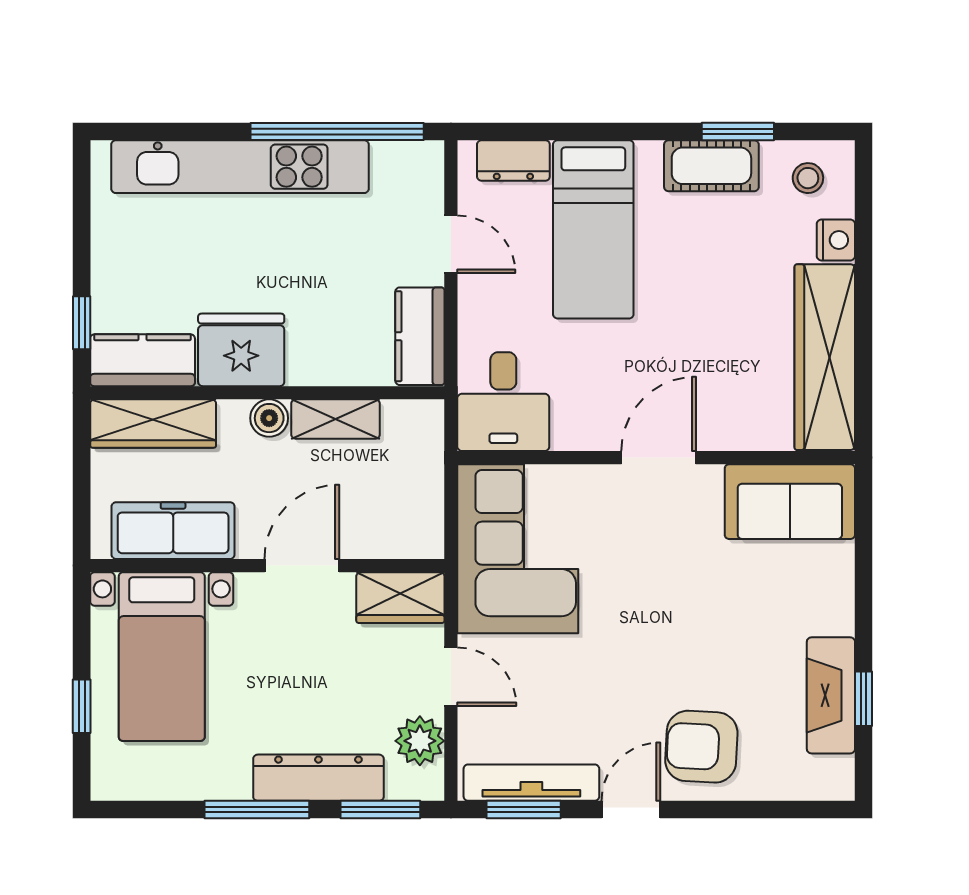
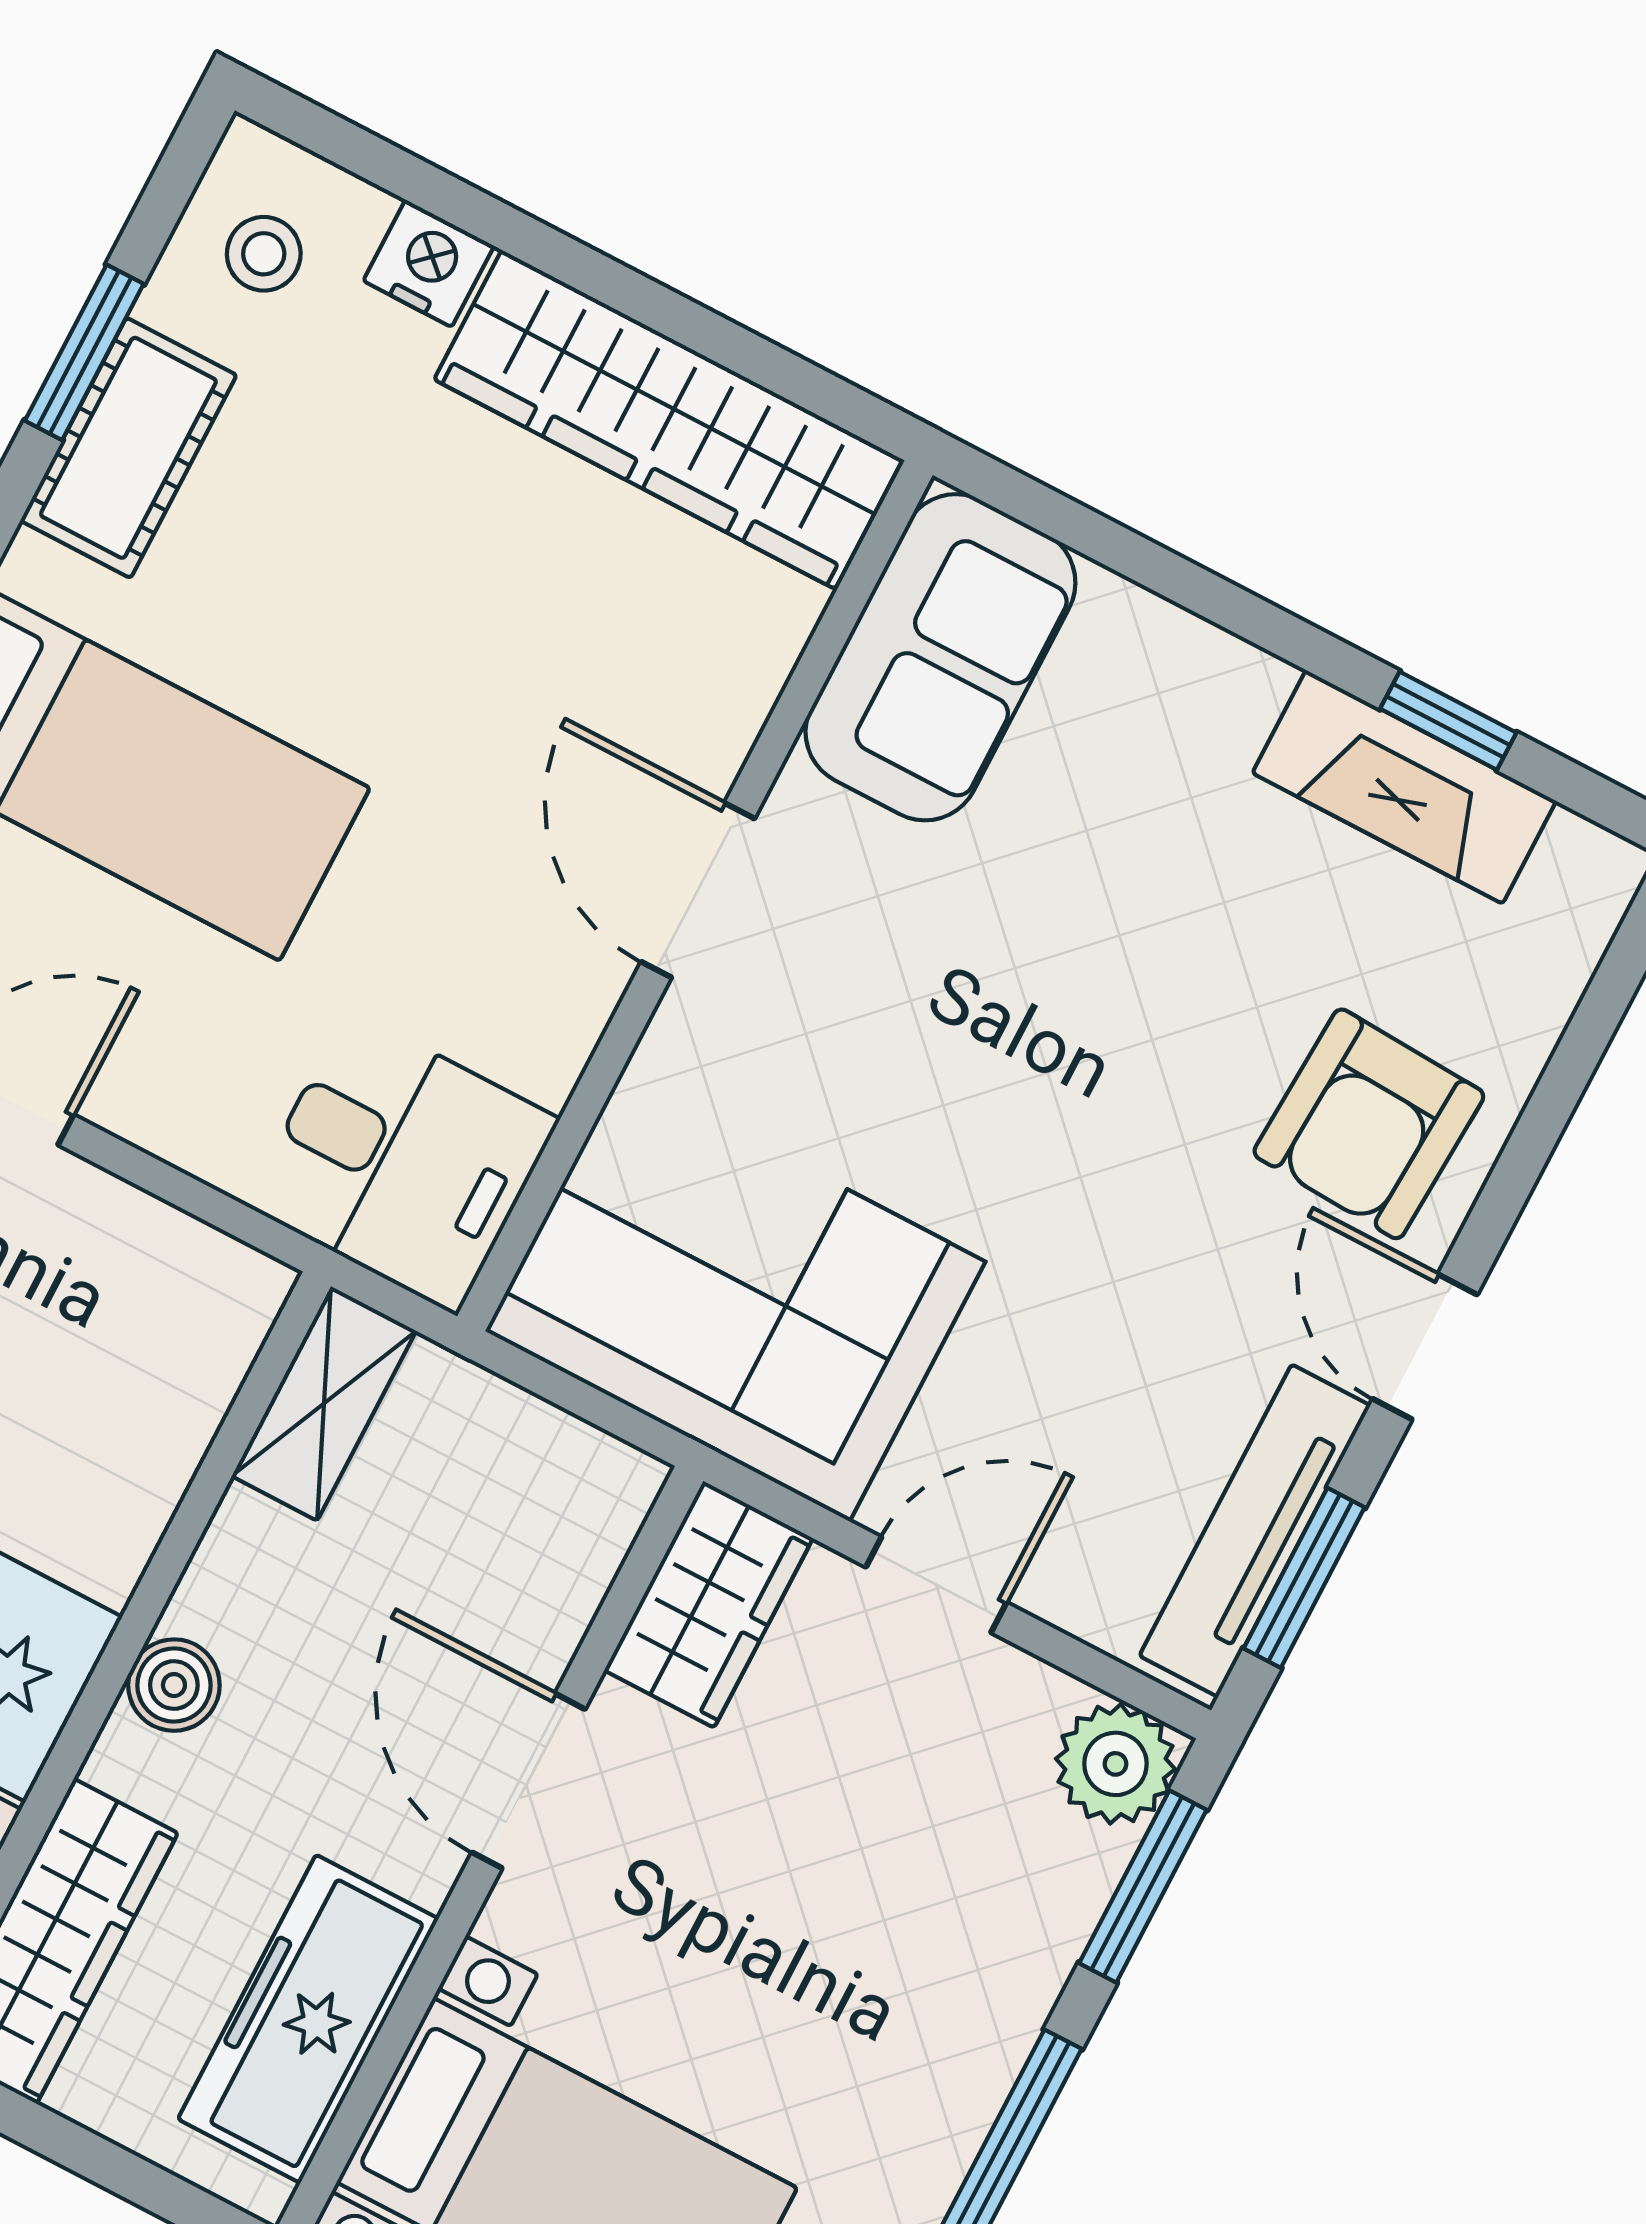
kitchen counter: (420, 336) -> (168, 1268), removed
shelving: (336, 419) -> (324, 1403), moved
plant: (420, 741) -> (1115, 1764), moved
dresser: (318, 778) -> (1004, 1984), removed

